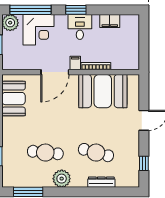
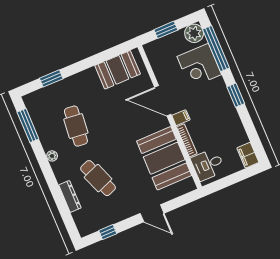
filing cabinet: (110, 21) -> (248, 155), moved
desk: (80, 27) -> (208, 165), moved, turned 180
cafe table: (96, 153) -> (98, 178), turned -36
plant: (62, 179) -> (52, 156), width x0.53, depth x0.53

